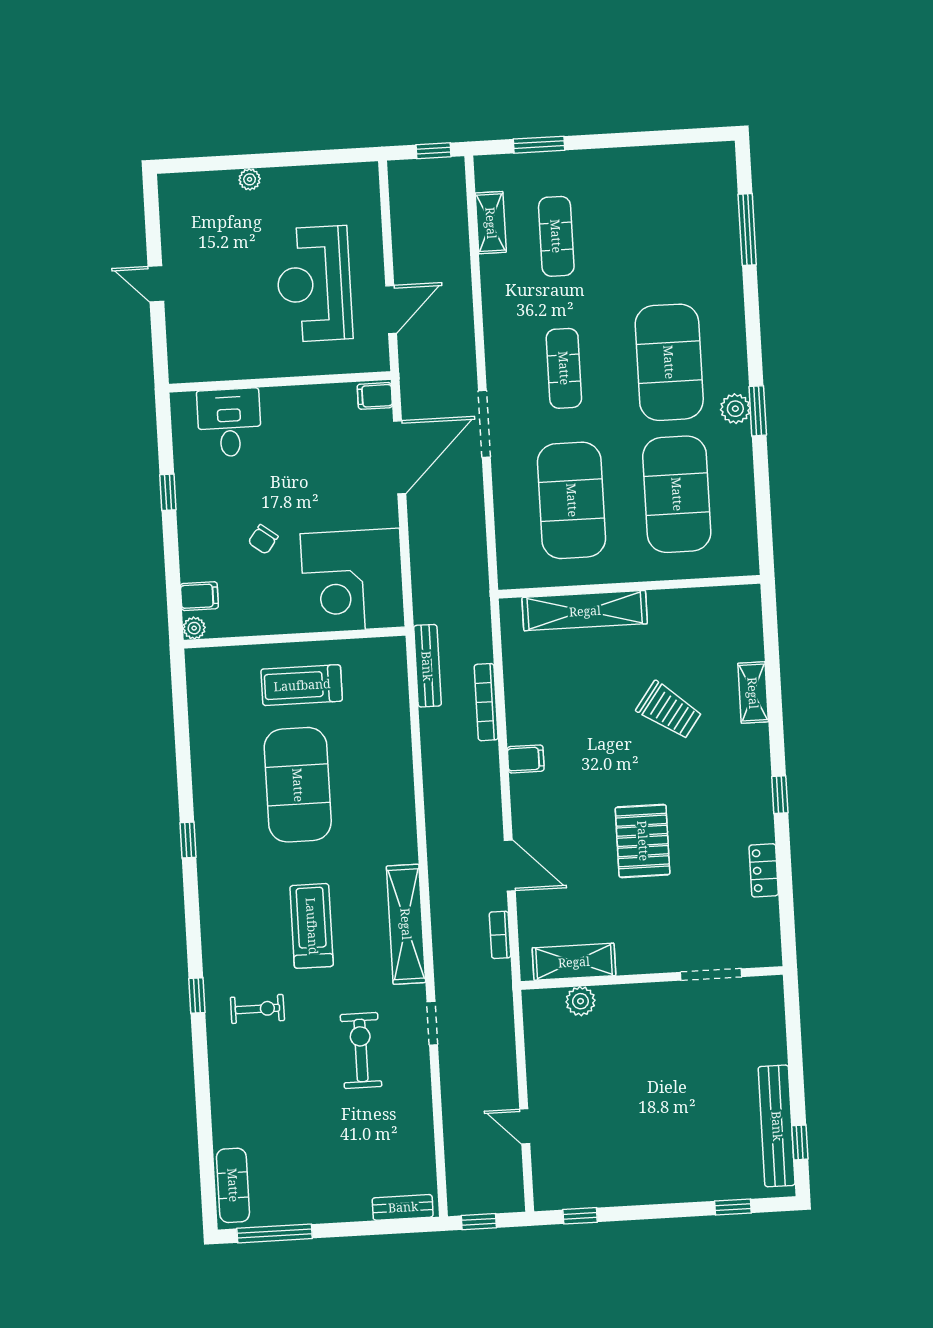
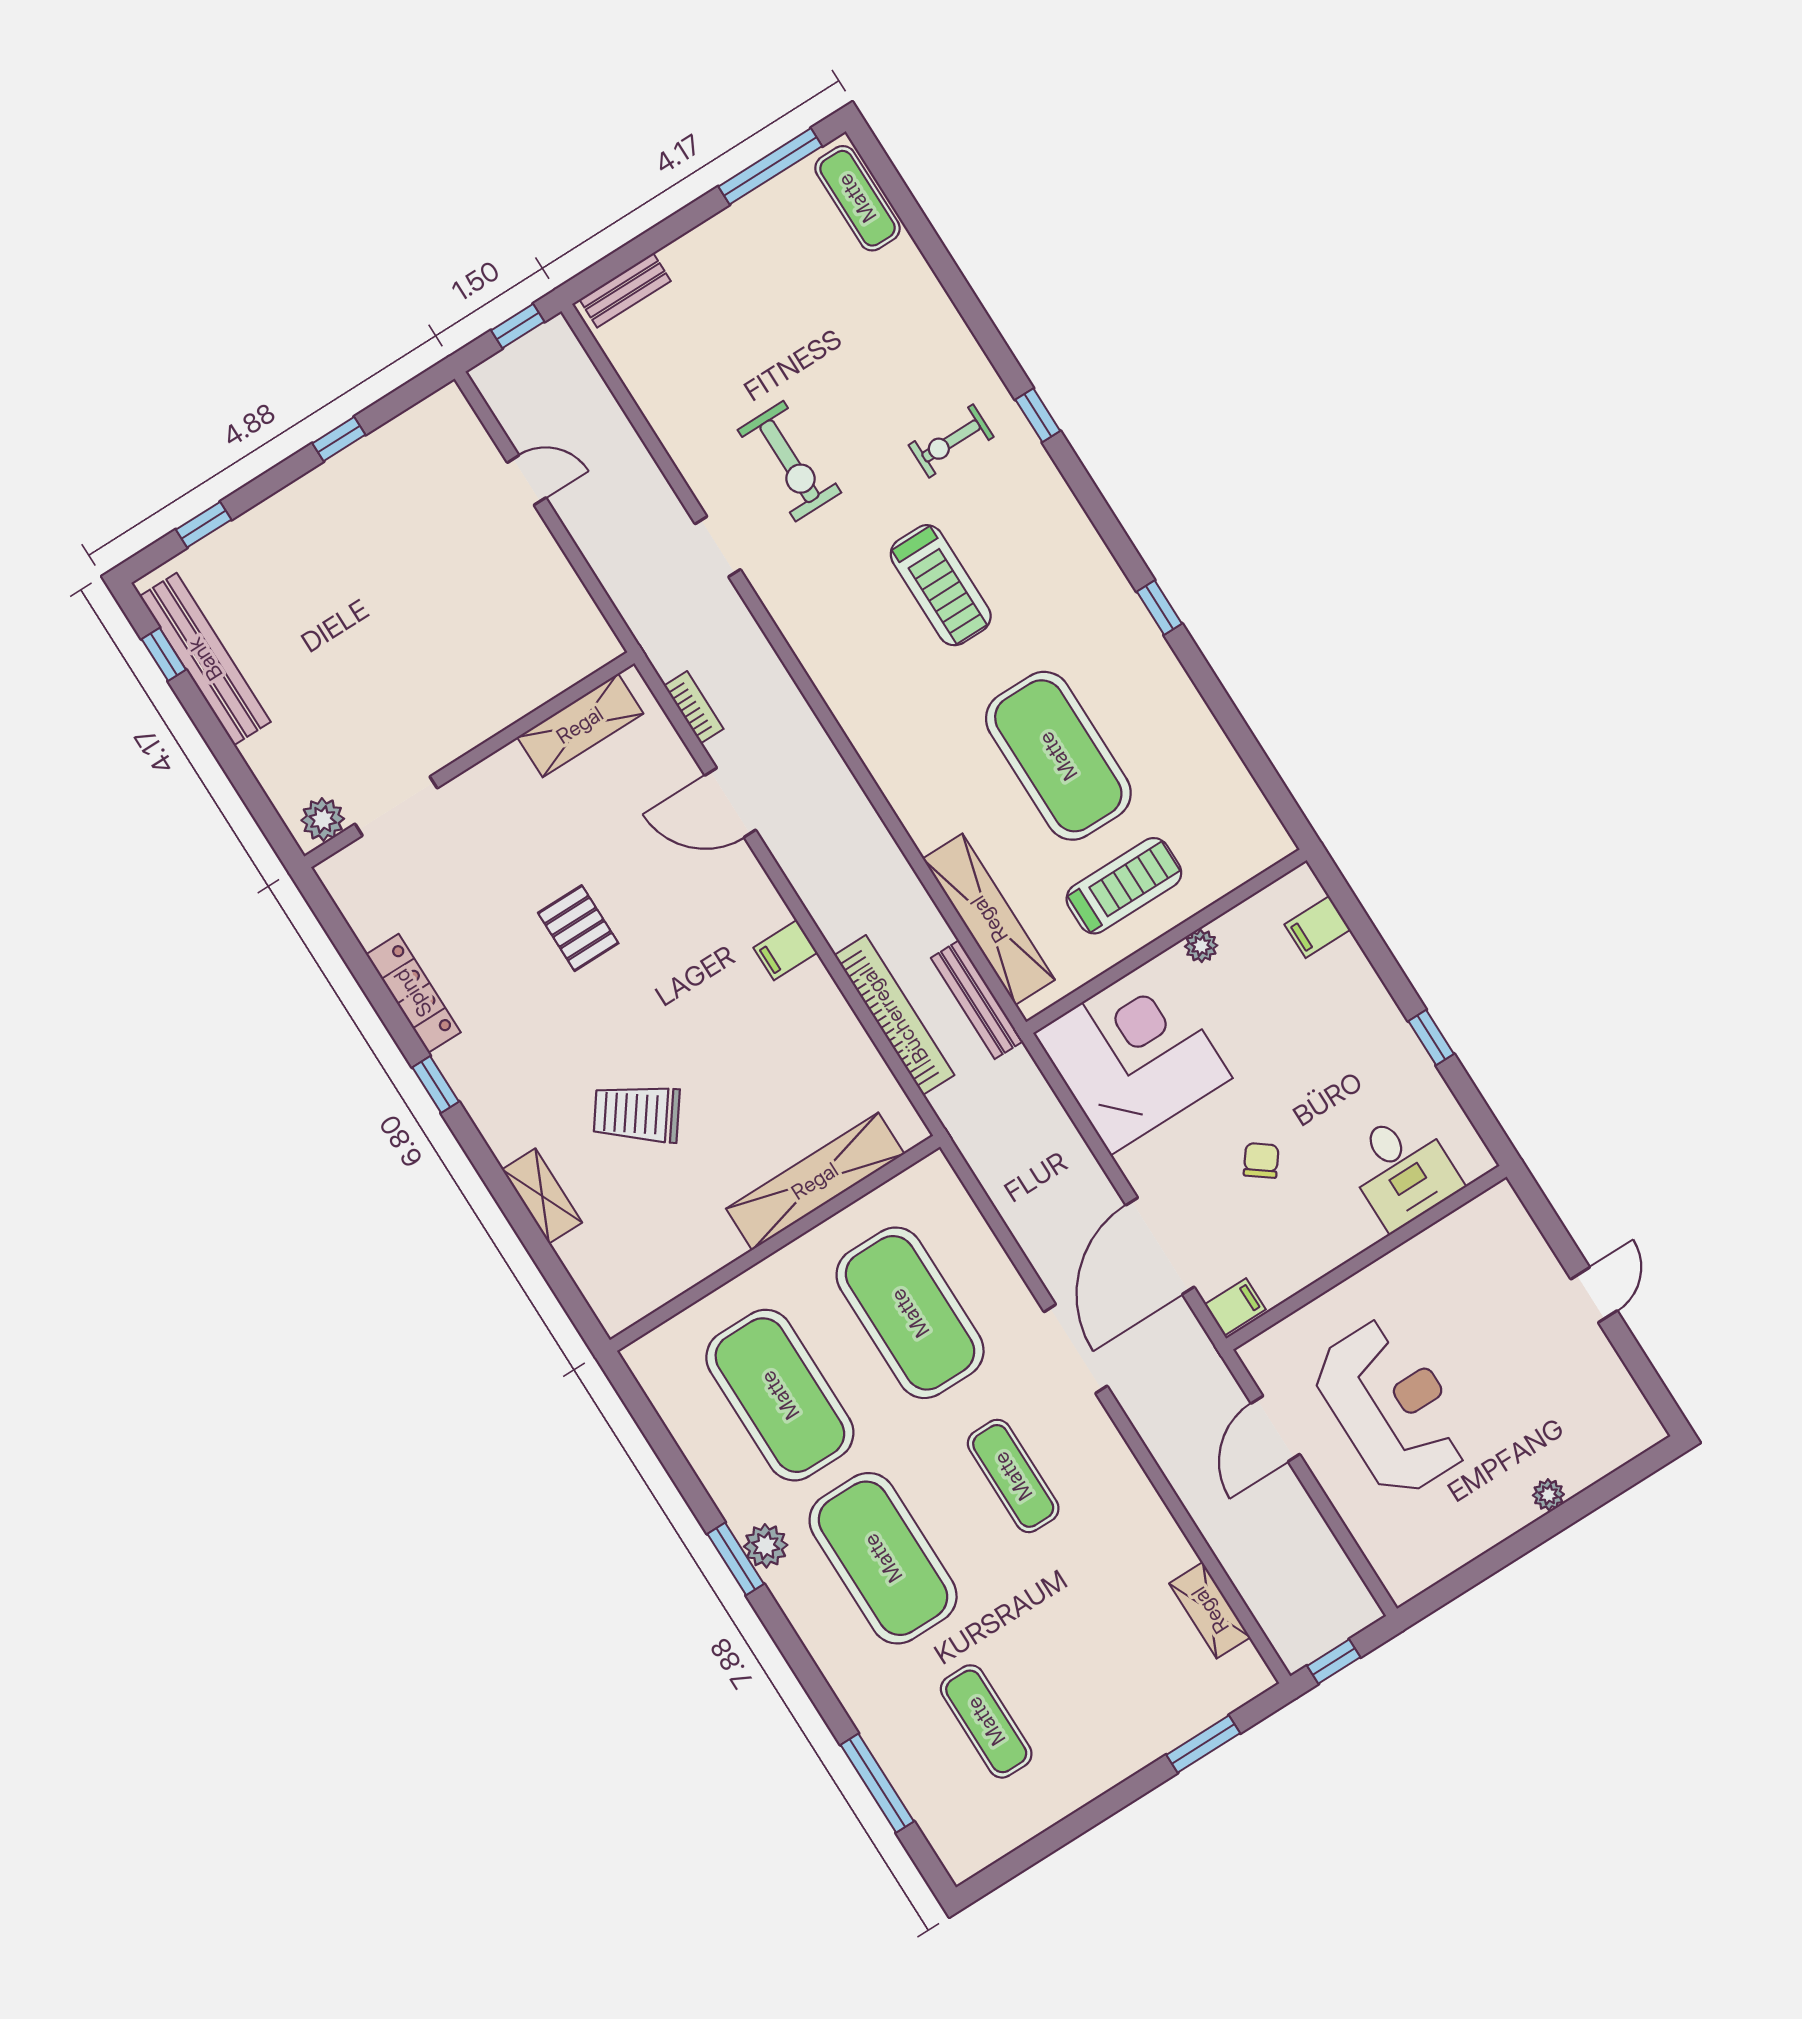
exercise mat: (556, 236) -> (986, 1721), moved
door: (156, 284) -> (1594, 1295), hinge flipped
chair: (263, 539) -> (1261, 1160), moved
plant: (194, 628) -> (1201, 946), moved
bookcase: (486, 702) -> (894, 1015), width x1.48, depth x1.31
pallet: (643, 841) -> (578, 928), width x0.67, depth x0.71
locker: (764, 870) -> (413, 993), width x1.53
shelving: (406, 924) -> (989, 919), moved
plant: (580, 1001) -> (323, 819), moved
window: (580, 1216) -> (339, 439), moved

